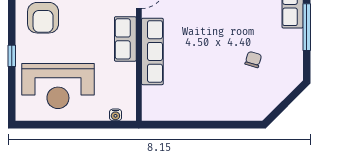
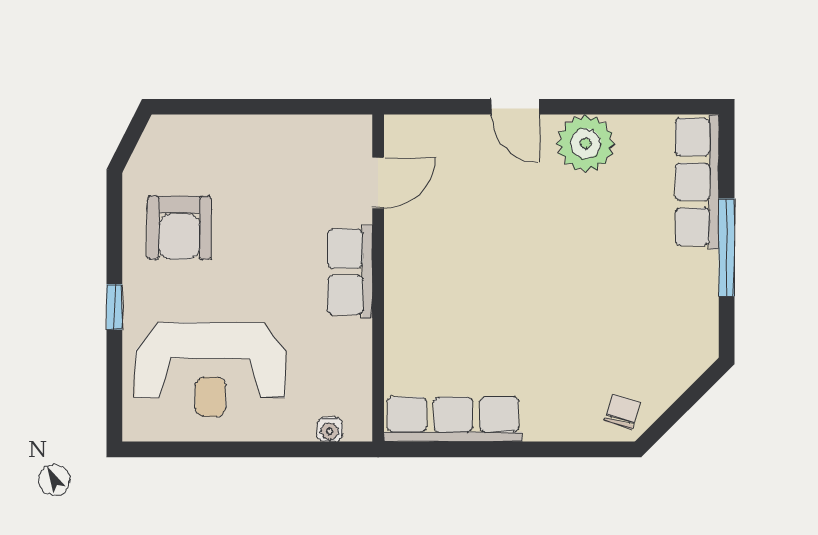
row of seats: (152, 51) -> (453, 419), moved, turned -90
chair: (253, 60) -> (622, 412), moved

